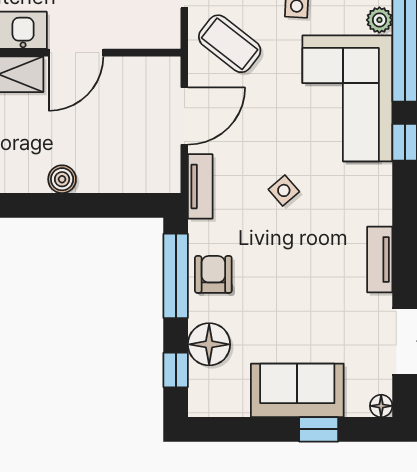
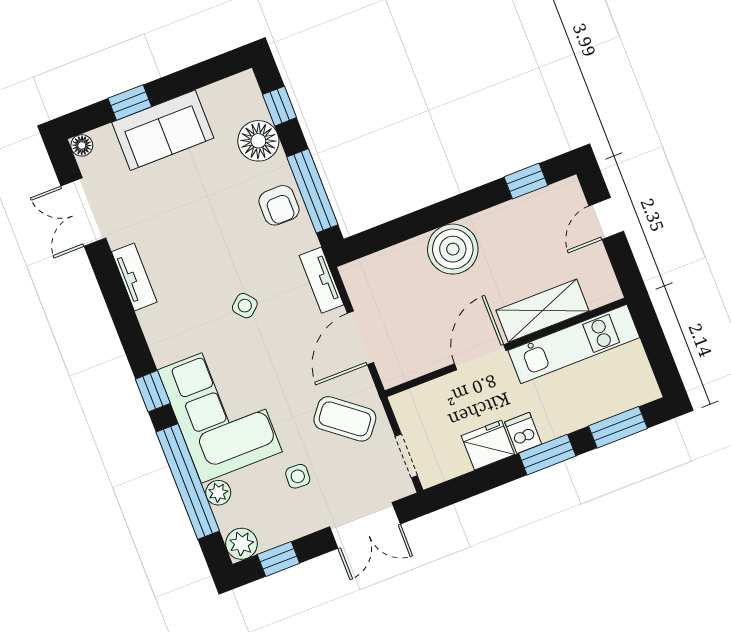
boiler: (62, 179) -> (453, 249), width x1.86, depth x1.86

